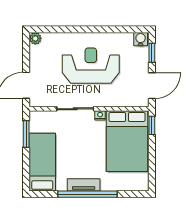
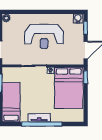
reception desk: (91, 66) -> (44, 36), turned 180

